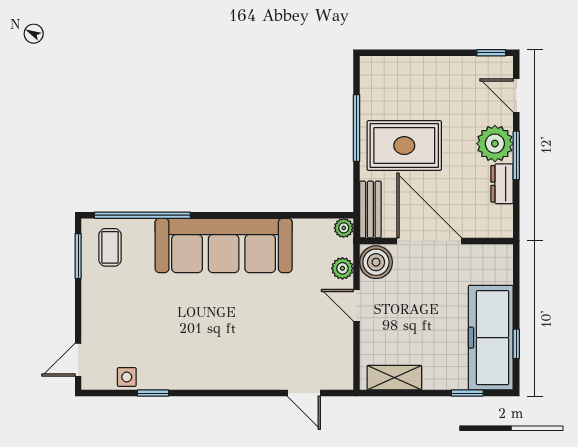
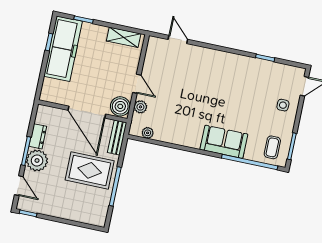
plant: (344, 228) -> (148, 133), moved
sofa: (224, 245) -> (224, 142), width x0.54, depth x0.79
side table: (127, 377) -> (283, 105), moved

